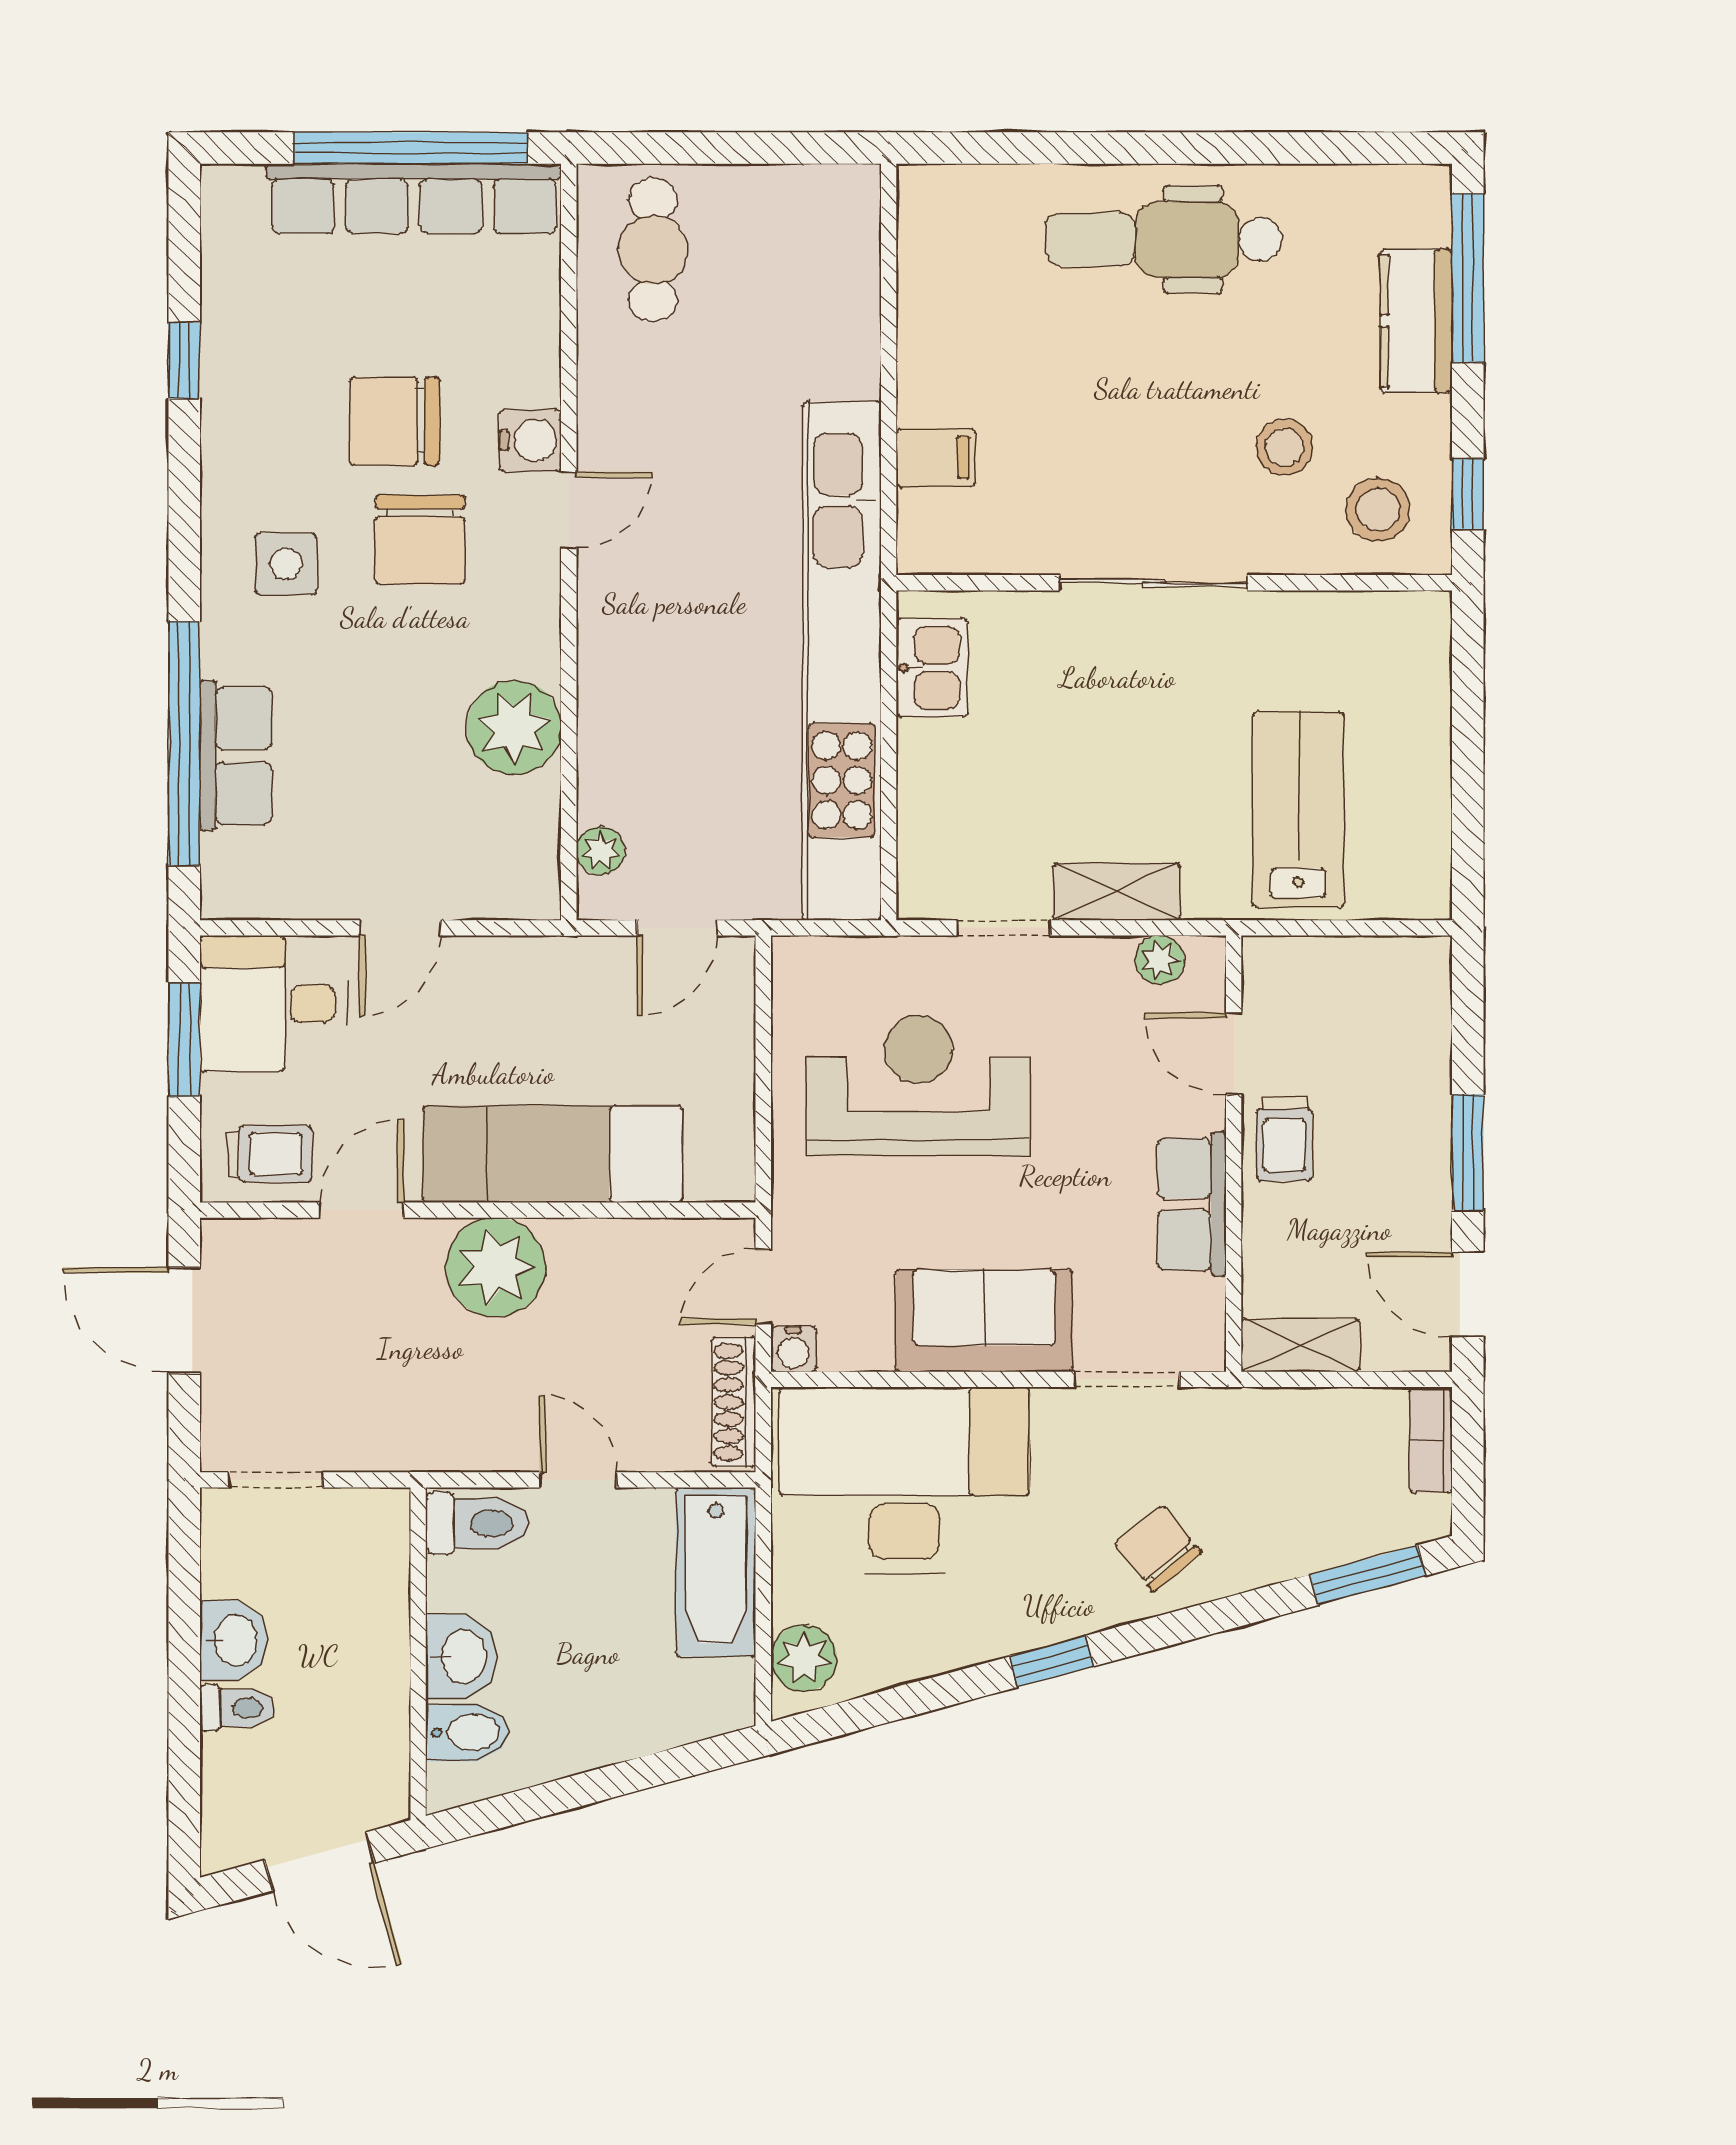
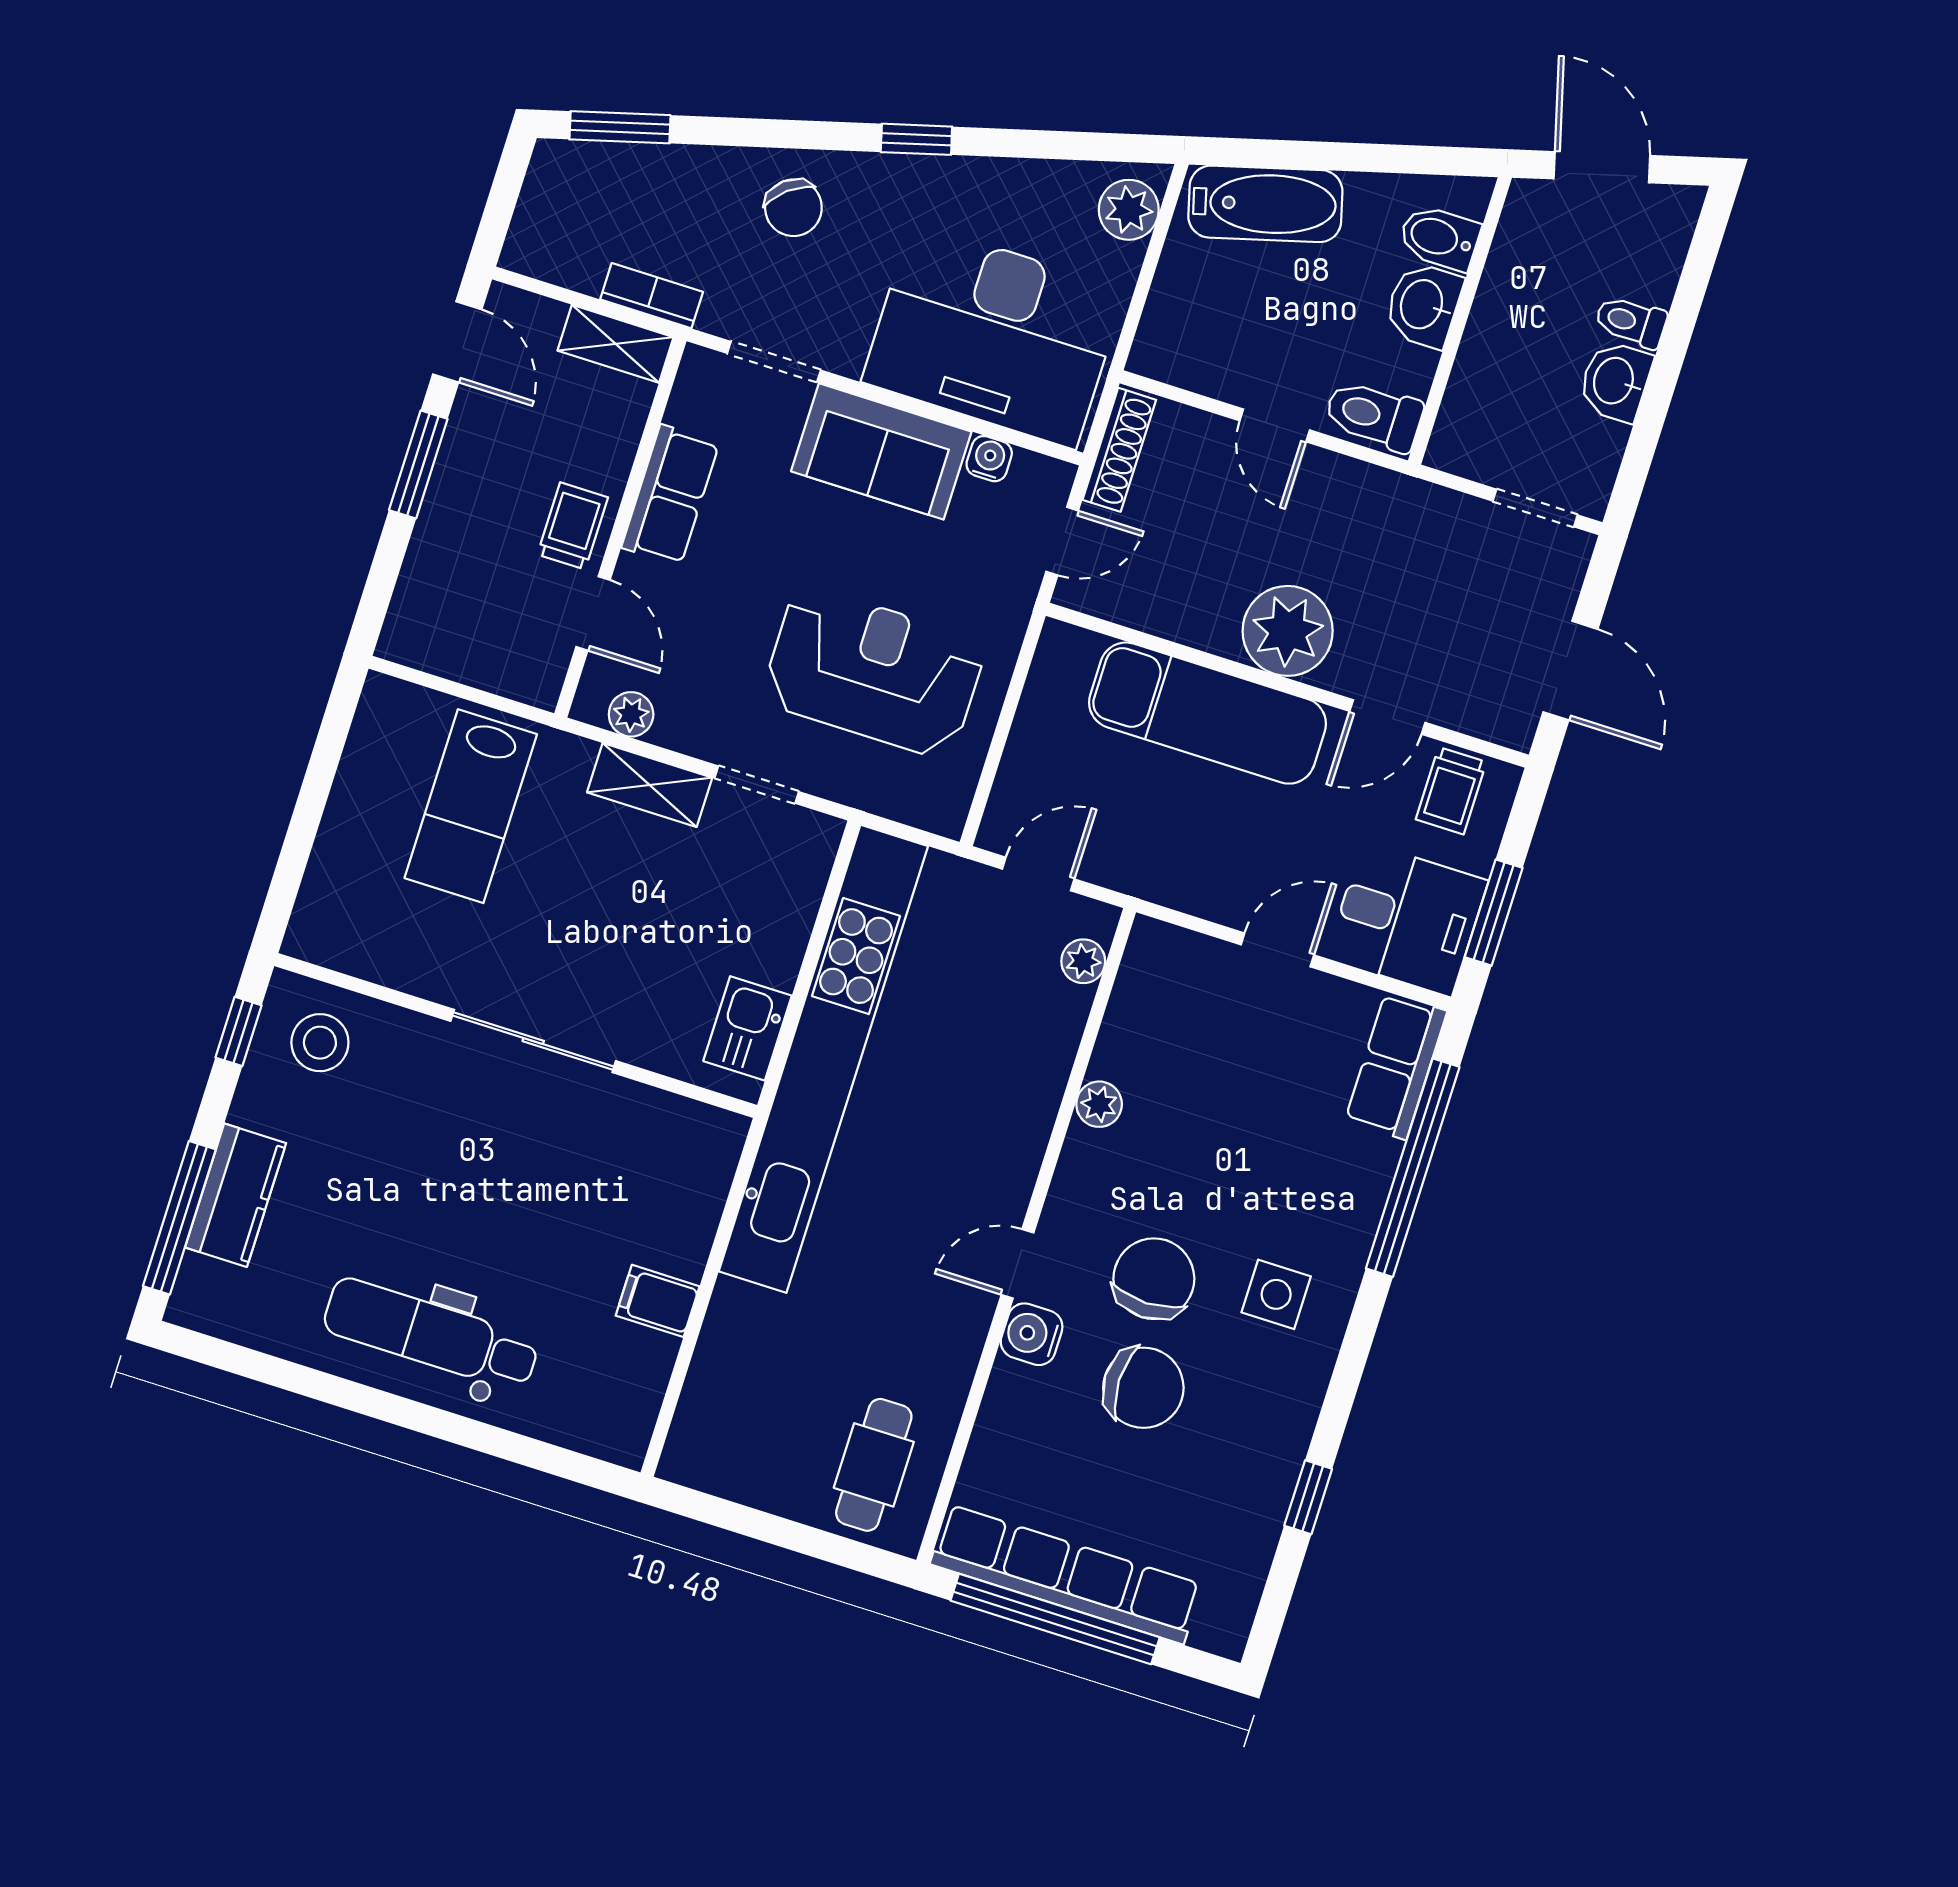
dental chair: (1163, 239) -> (431, 1334), turned 180
stool: (1284, 447) -> (384, 1122), removed
filing cabinet: (936, 458) -> (658, 1301), moved
plant: (514, 727) -> (1099, 1104), width x0.53, depth x0.53
row of seats: (236, 756) -> (1396, 1066), moved
reception desk: (918, 1086) -> (874, 672), turned 180
trolley: (270, 1154) -> (1451, 791), turned -90
water cooler: (793, 1349) -> (989, 459), moved
bookcase: (1431, 1440) -> (652, 296), moved, turned -90
bathtub: (716, 1572) -> (1265, 204), moved, turned 75

